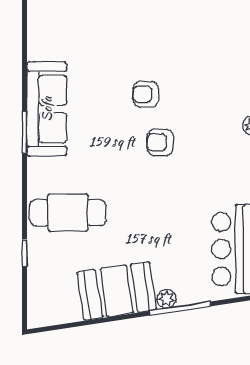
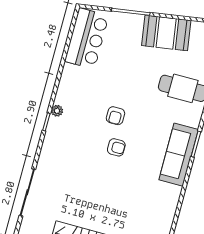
armchair: (160, 142) -> (115, 116), turned 90
plant: (166, 299) -> (137, 20), removed

